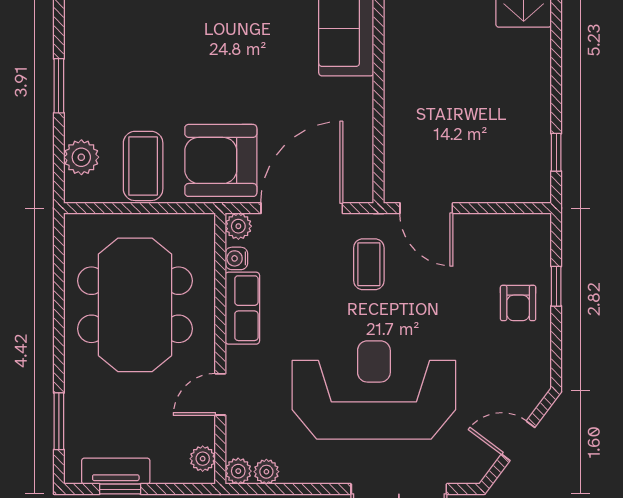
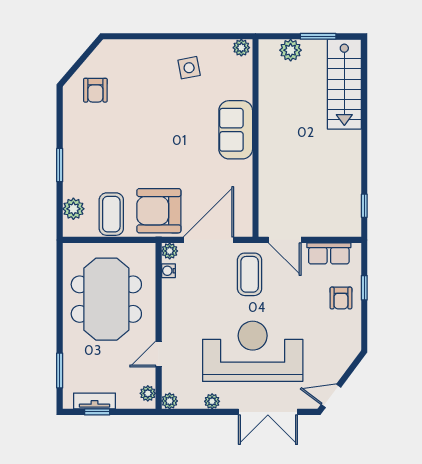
coffee table: (369, 264) -> (250, 274), width x1.36, depth x1.30
row of seats: (242, 308) -> (329, 253), moved, turned 90
door: (518, 441) -> (331, 396), moved
plant: (266, 472) -> (212, 401), moved

